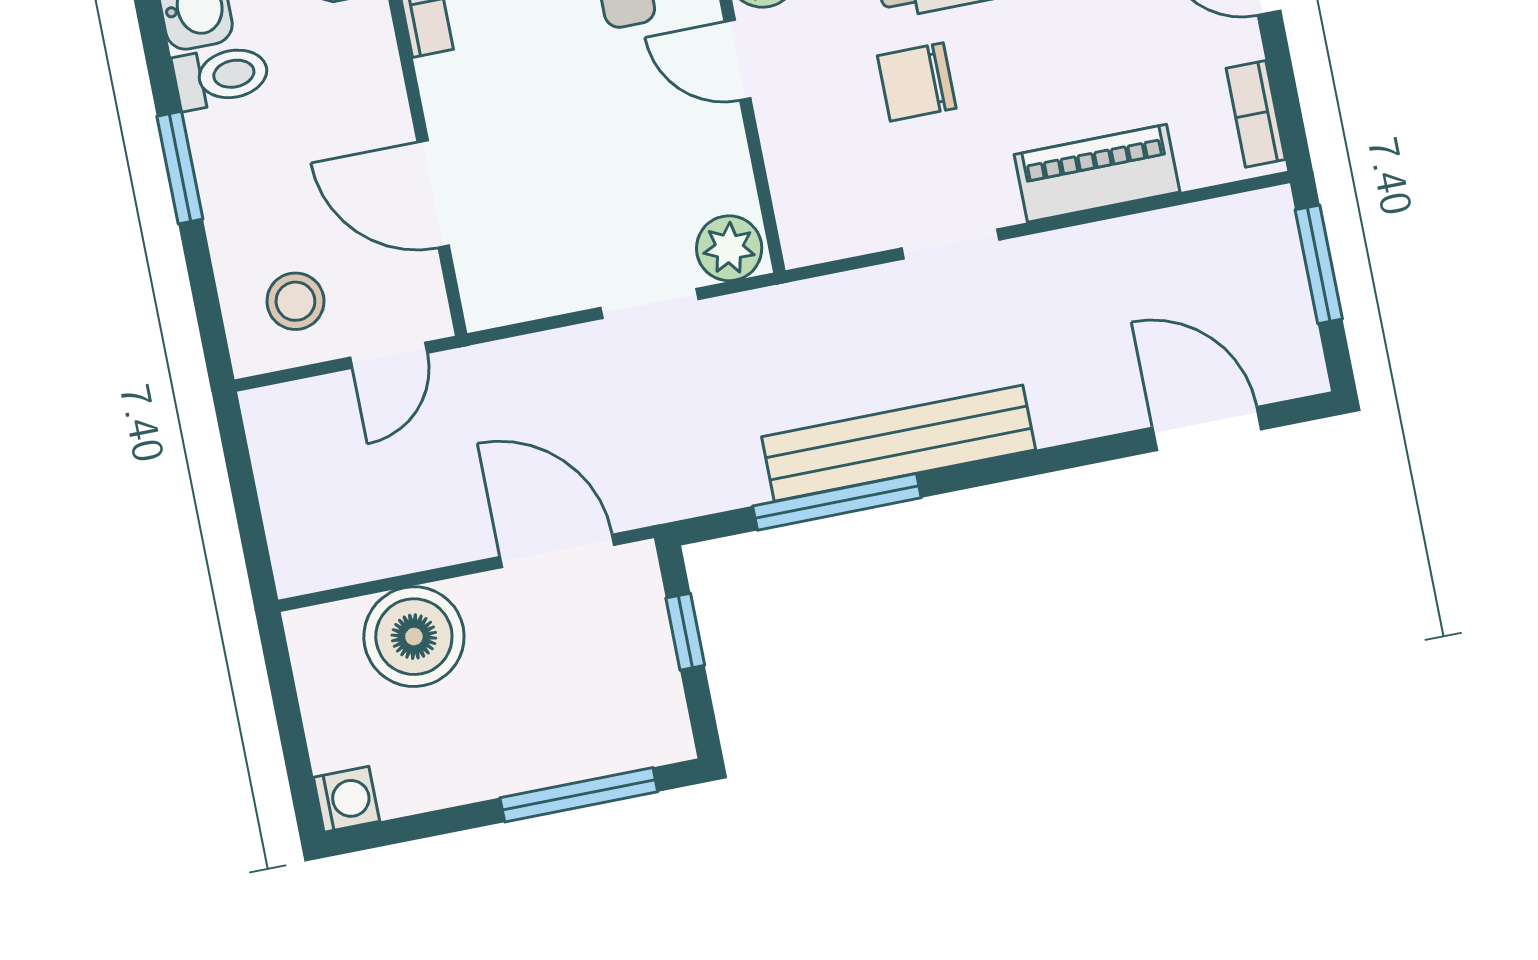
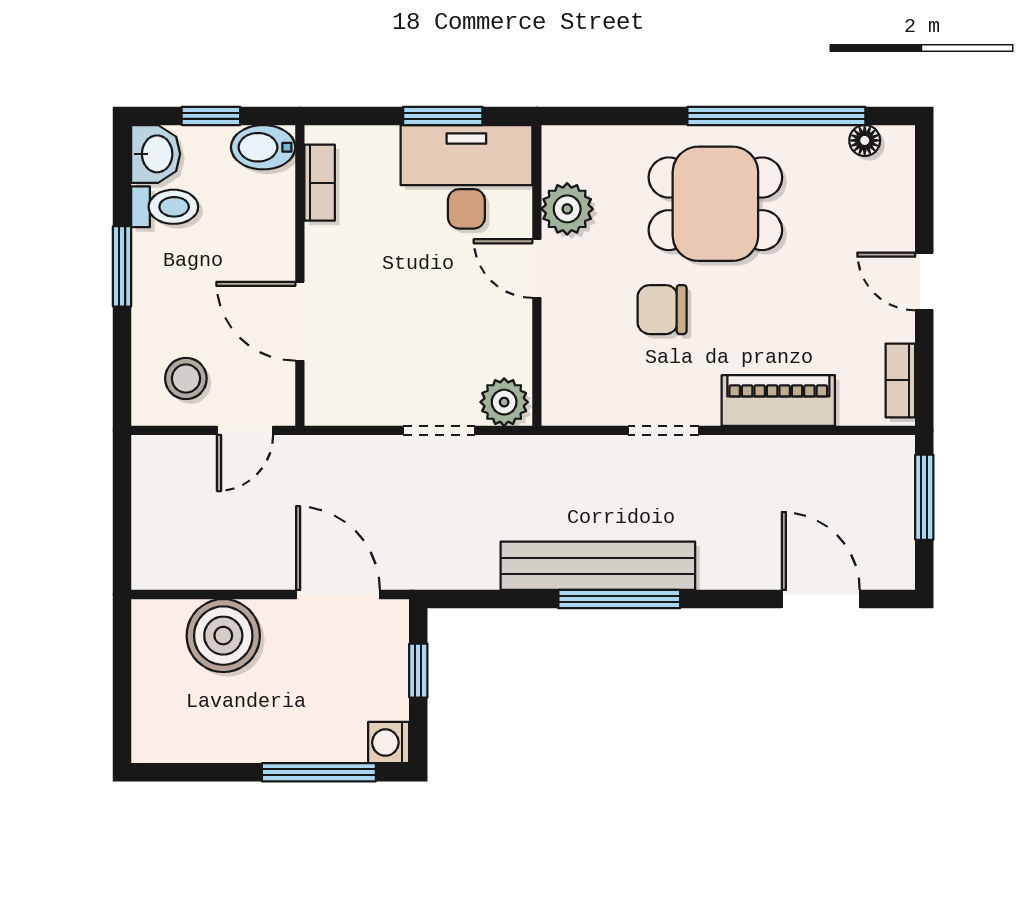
window: (837, 502) -> (619, 599), moved
washing machine: (346, 799) -> (389, 743), moved, turned 180

